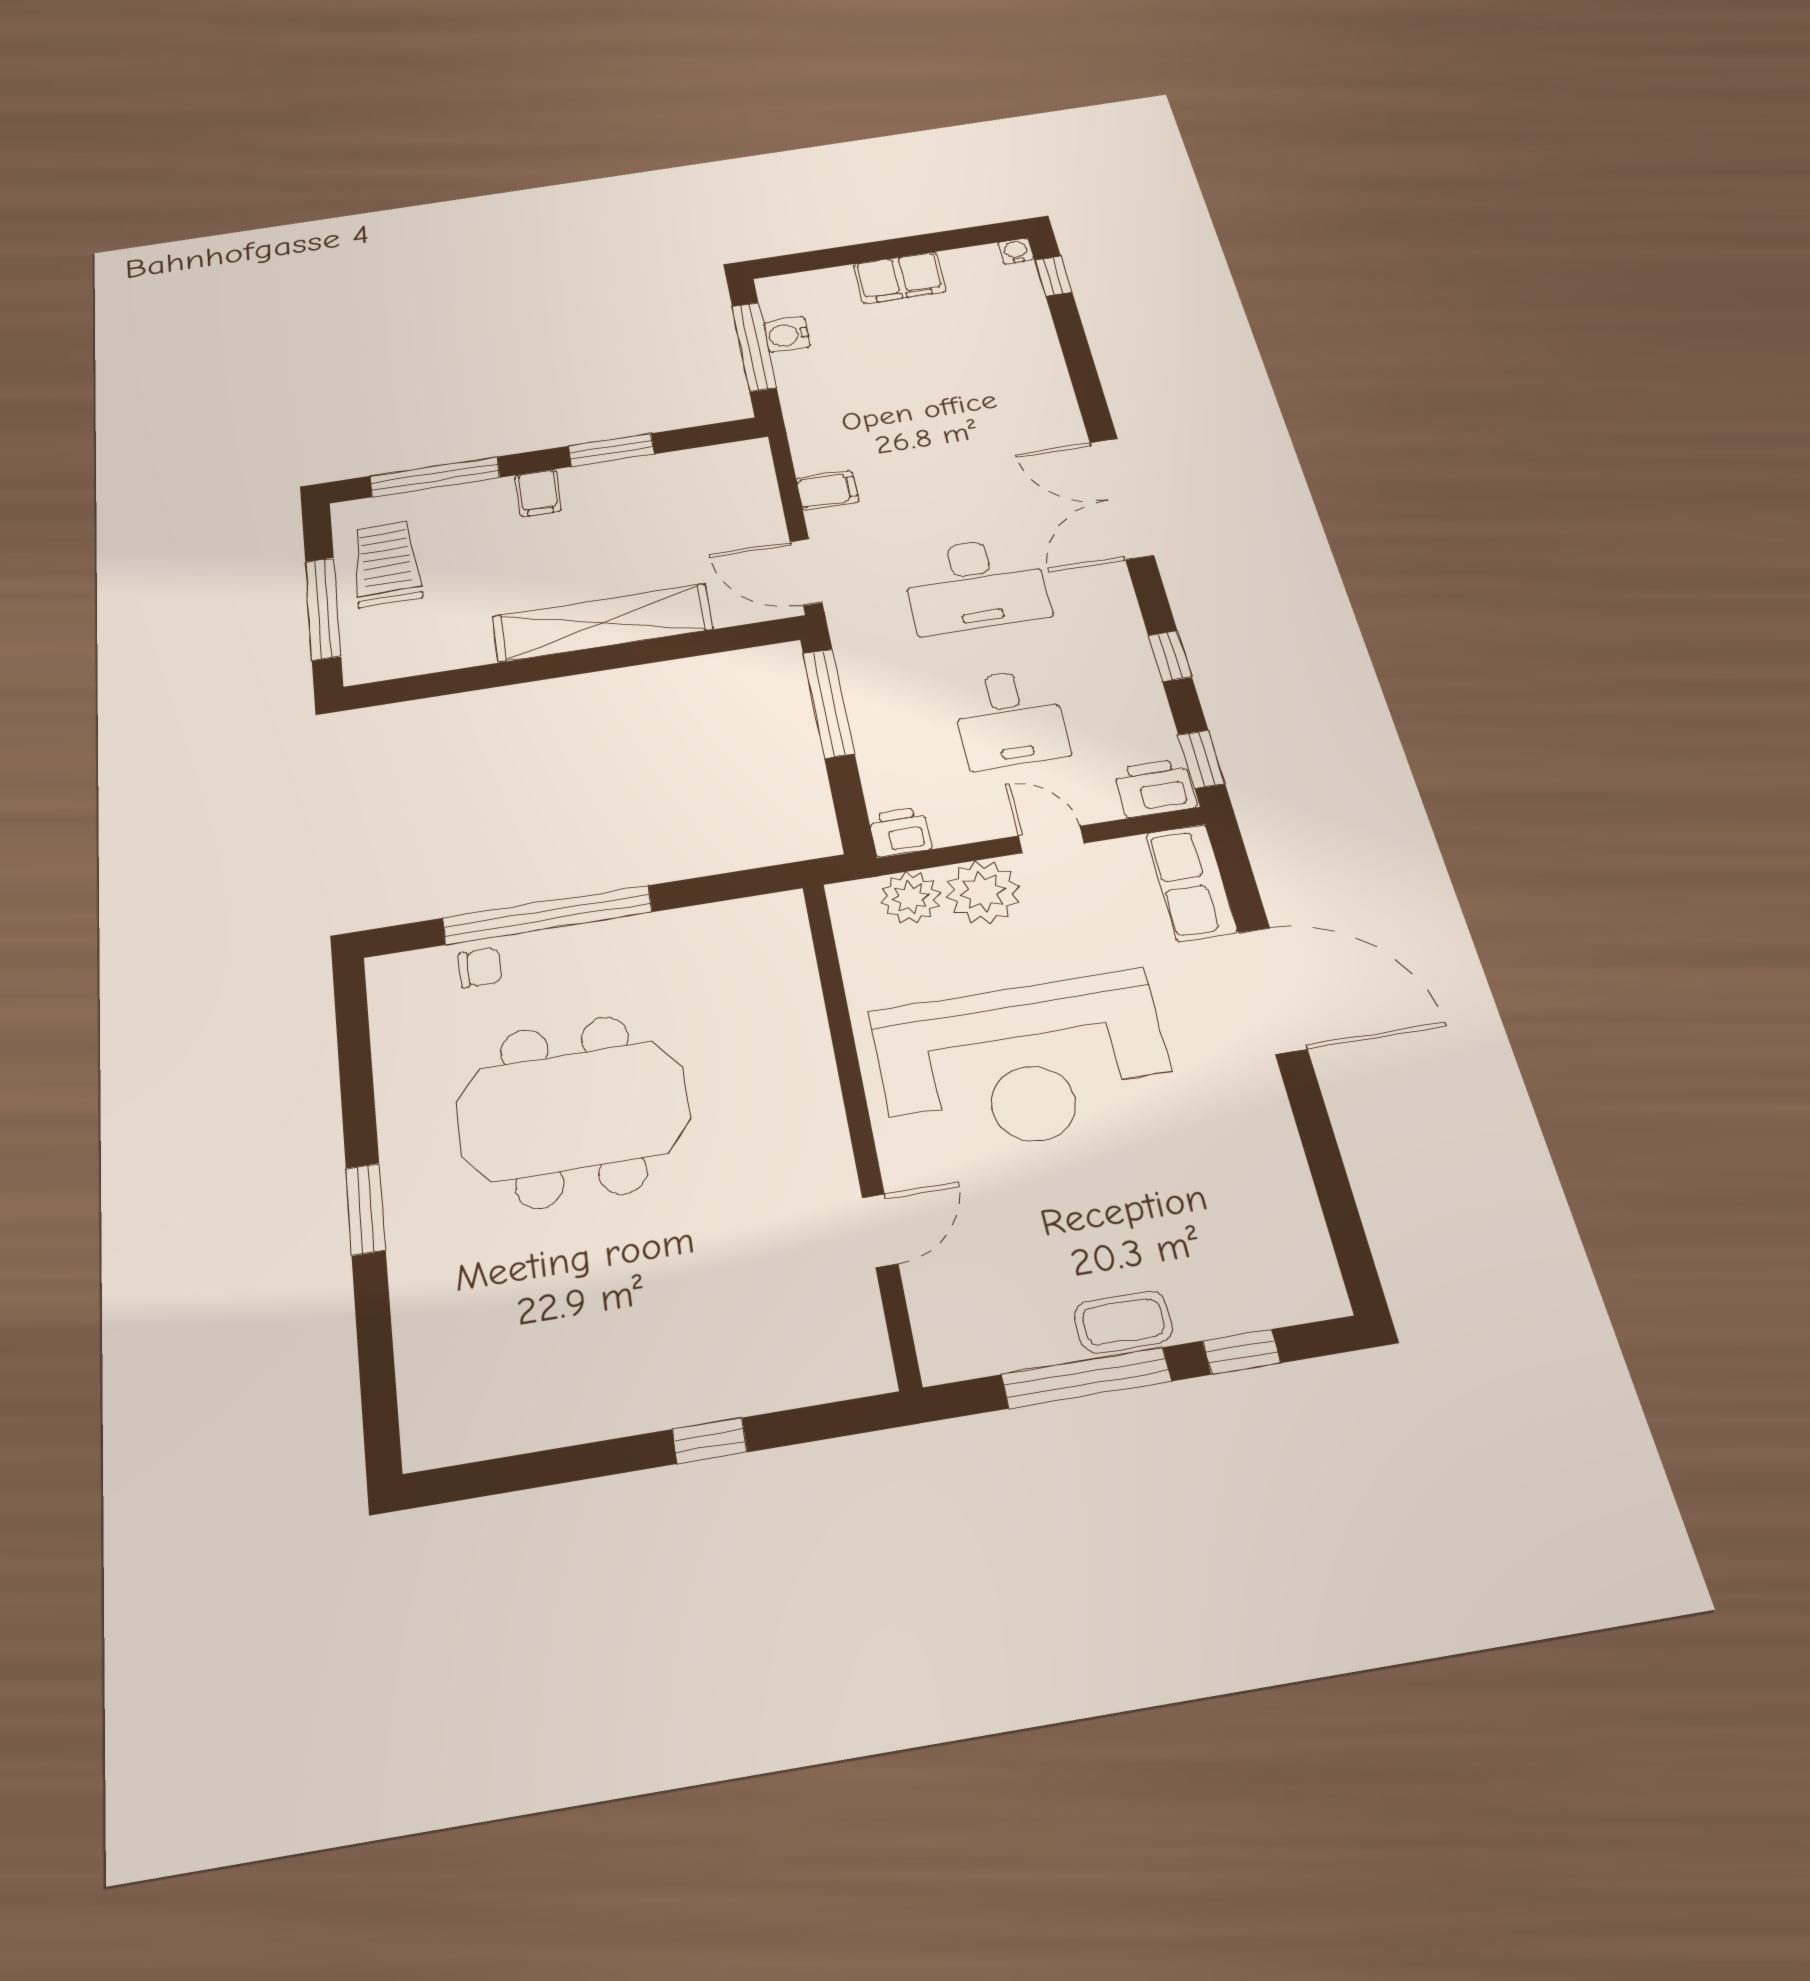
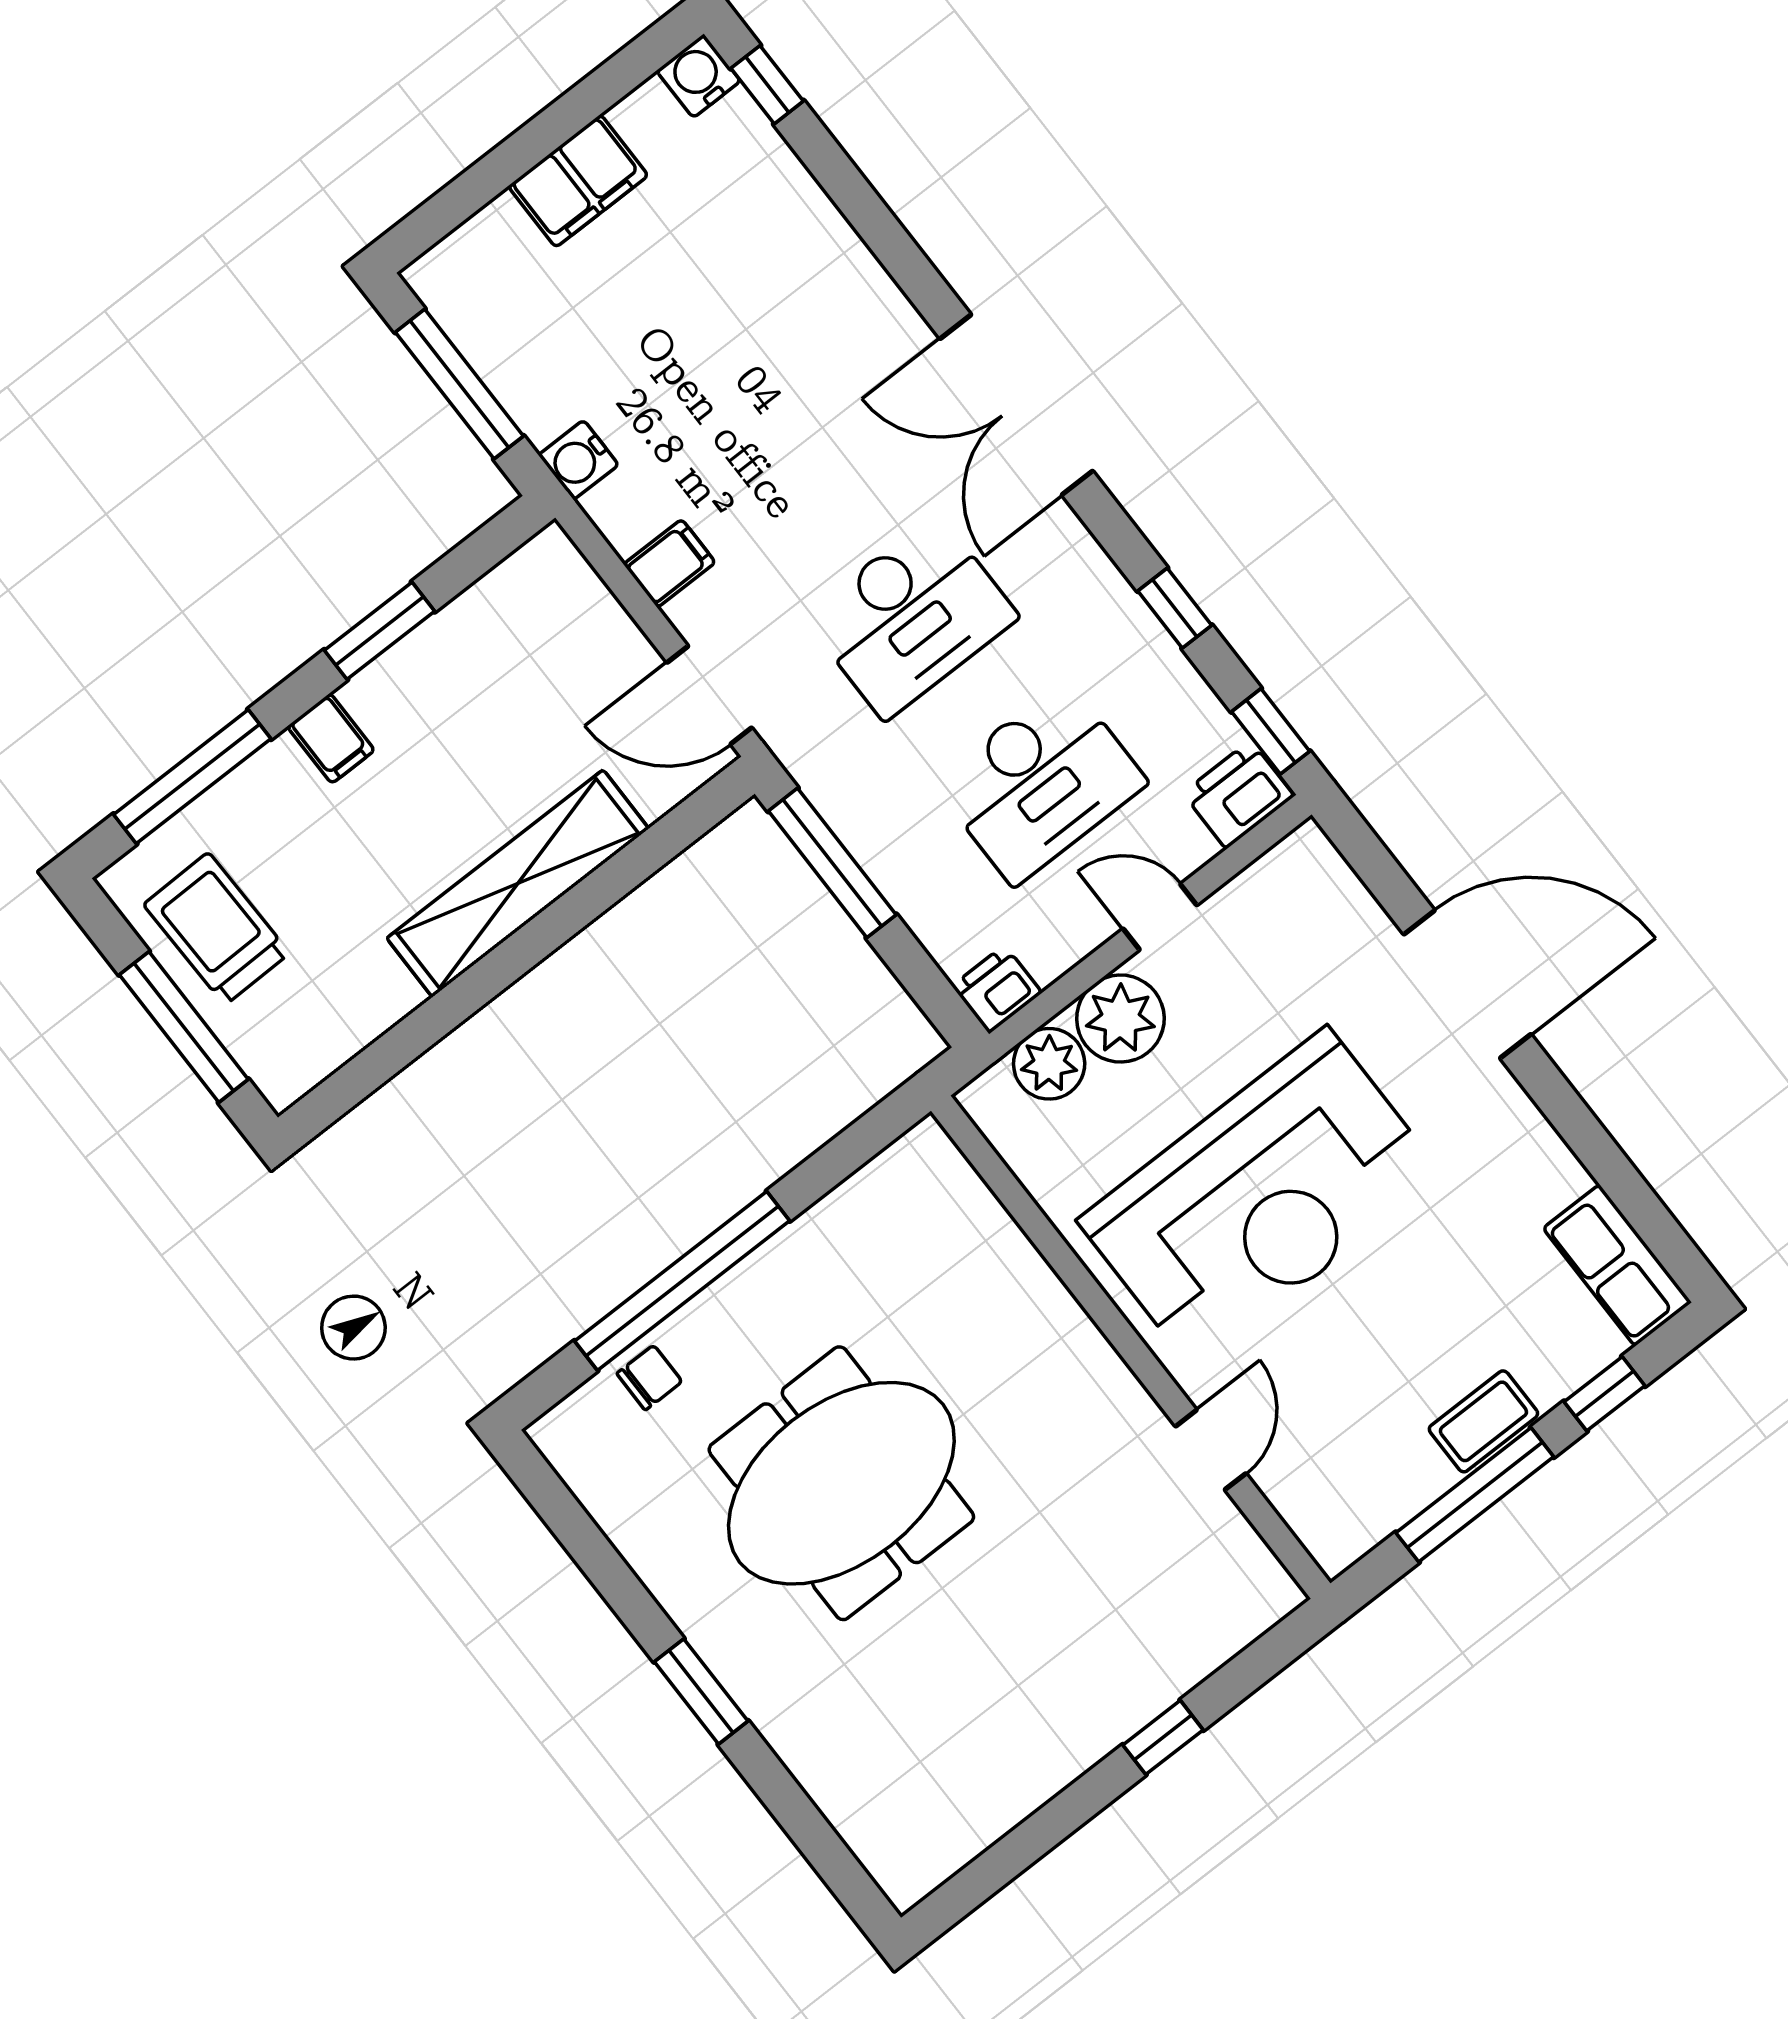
water cooler: (1016, 251) -> (698, 76), width x1.38, depth x1.38
water cooler: (787, 335) -> (578, 460), moved
desk: (1010, 719) -> (1040, 783), width x1.37
row of seats: (1191, 882) -> (1617, 1265), moved

